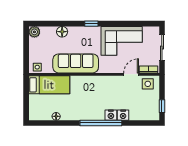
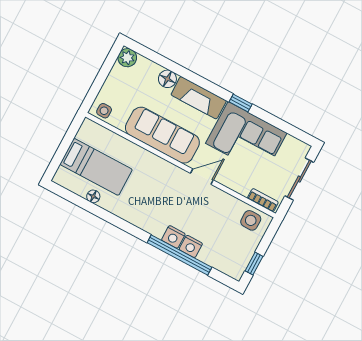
window: (91, 24) -> (241, 103), moved
fireplace: (84, 33) -> (199, 98), added
door: (131, 74) -> (202, 177), moved
bed: (49, 85) -> (96, 167), moved
window: (101, 123) -> (179, 255), moved

